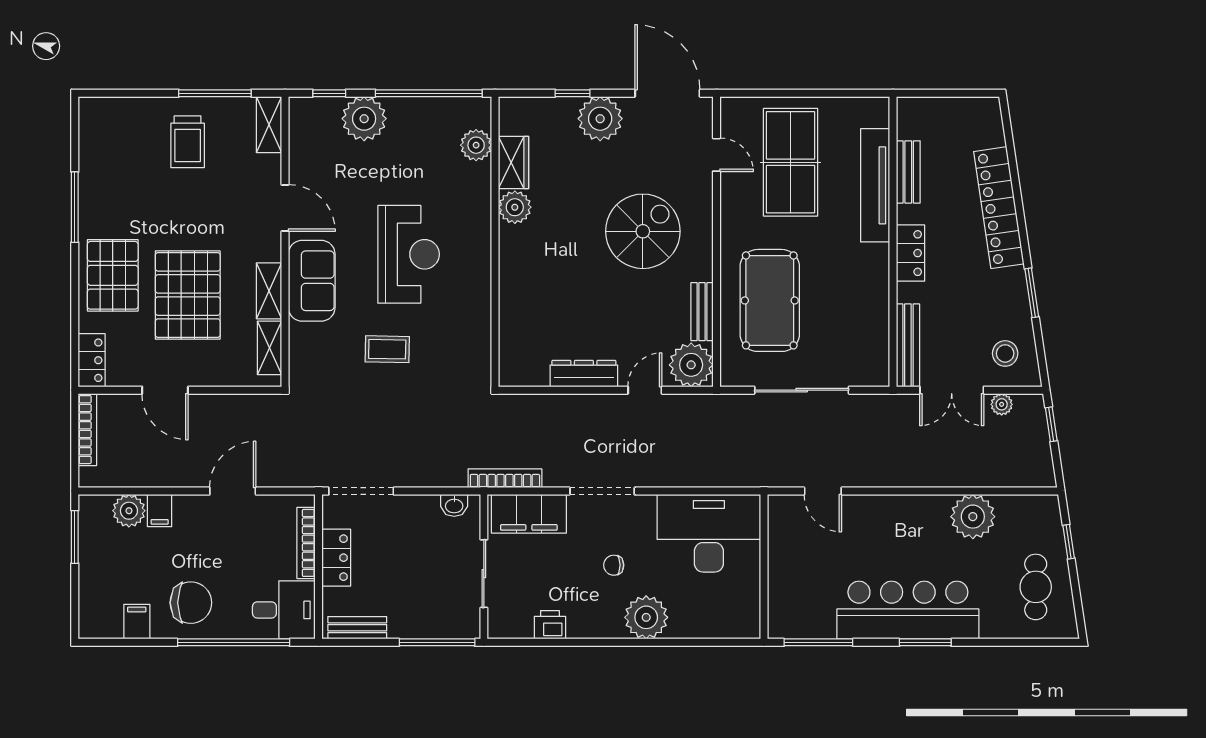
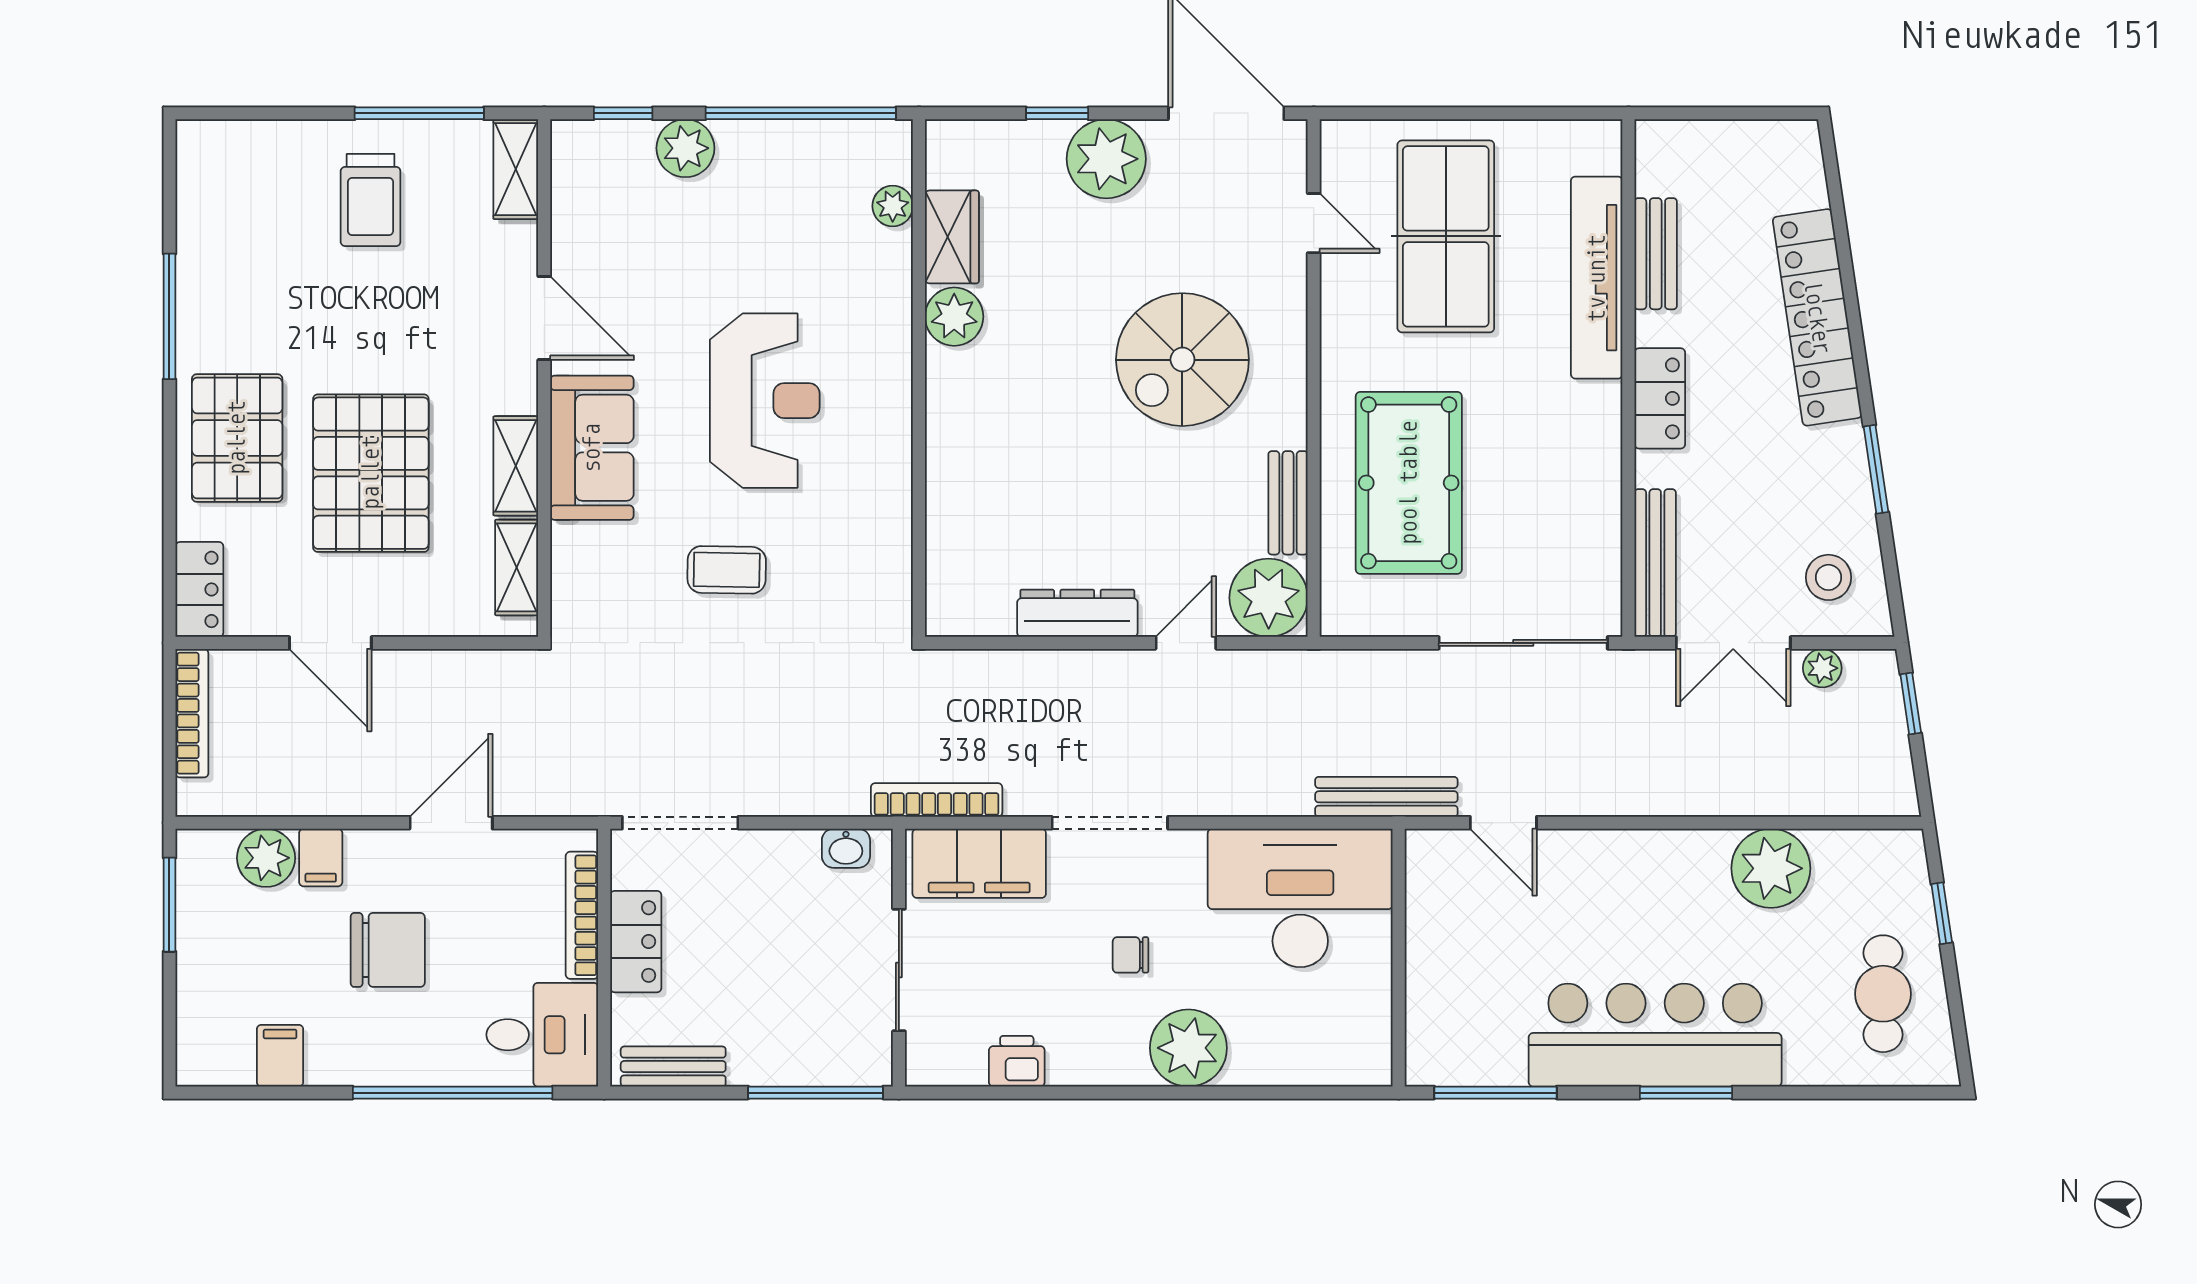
plant: (364, 119) -> (685, 148), width x0.73, depth x0.73
plant: (476, 145) -> (893, 206), width x0.73, depth x0.73
spiral stairs: (643, 231) -> (1182, 360), turned 180
sliding door: (802, 390) -> (1523, 643), moved
bench: (757, 476) -> (1386, 797), added
chair: (191, 603) -> (388, 950), moved

